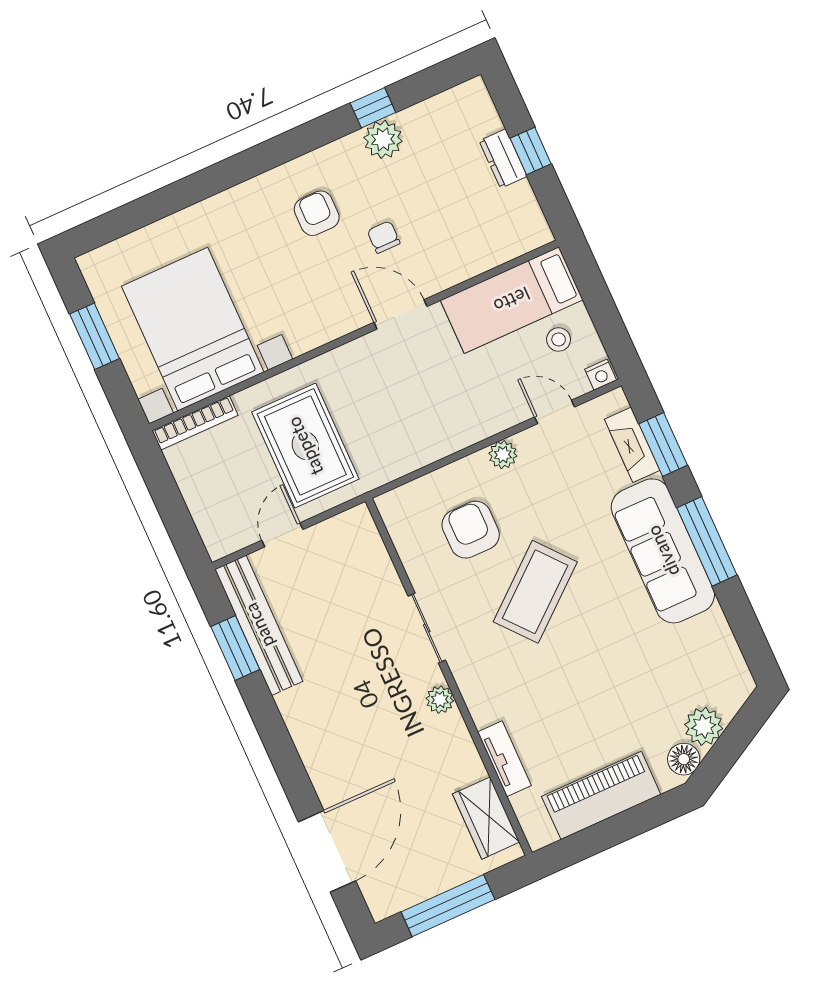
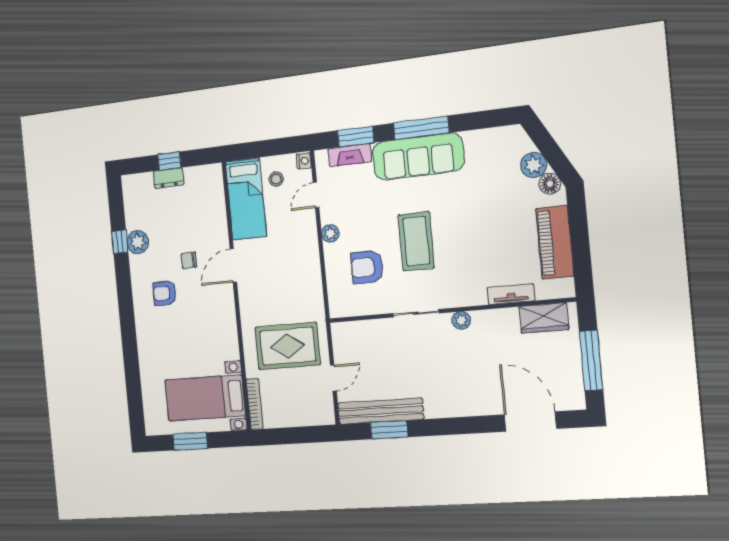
bed with nightstands: (193, 329) -> (205, 398), width x0.73
door: (282, 535) -> (333, 378), swing flipped
coffee table: (535, 592) -> (416, 241), turned 40

